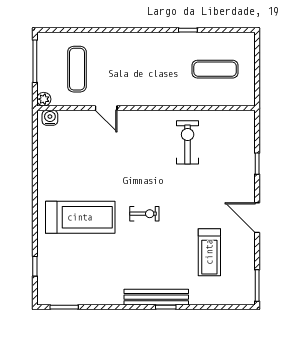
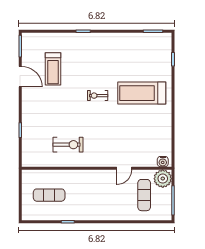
plant: (44, 99) -> (163, 179), width x1.88, depth x1.88
door: (106, 108) -> (124, 168), swing flipped
exercise bike: (188, 142) -> (68, 145), turned -90
door: (257, 218) -> (20, 77), moved
treadmill: (209, 252) -> (53, 69), turned 180
bench: (156, 297) -> (90, 38), removed

